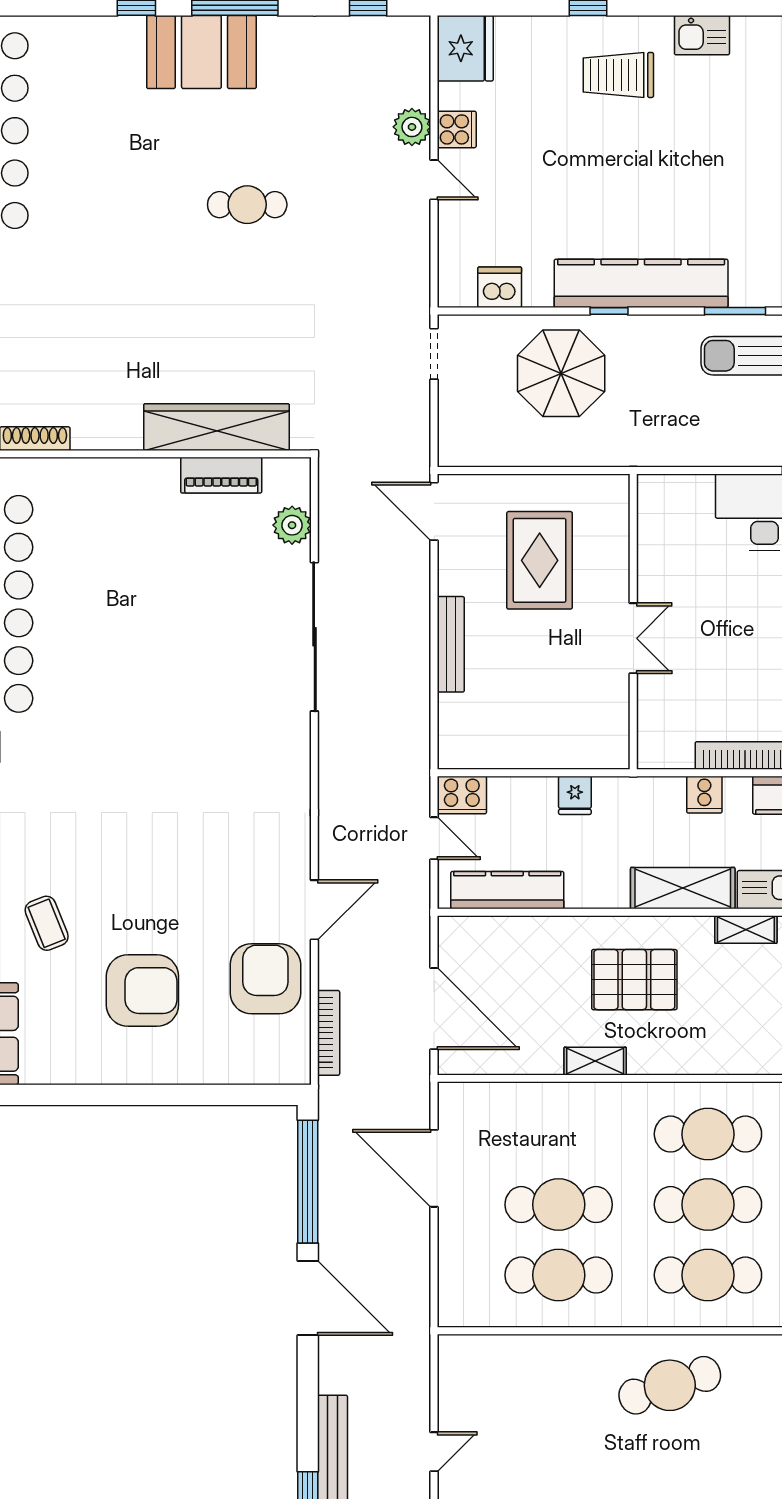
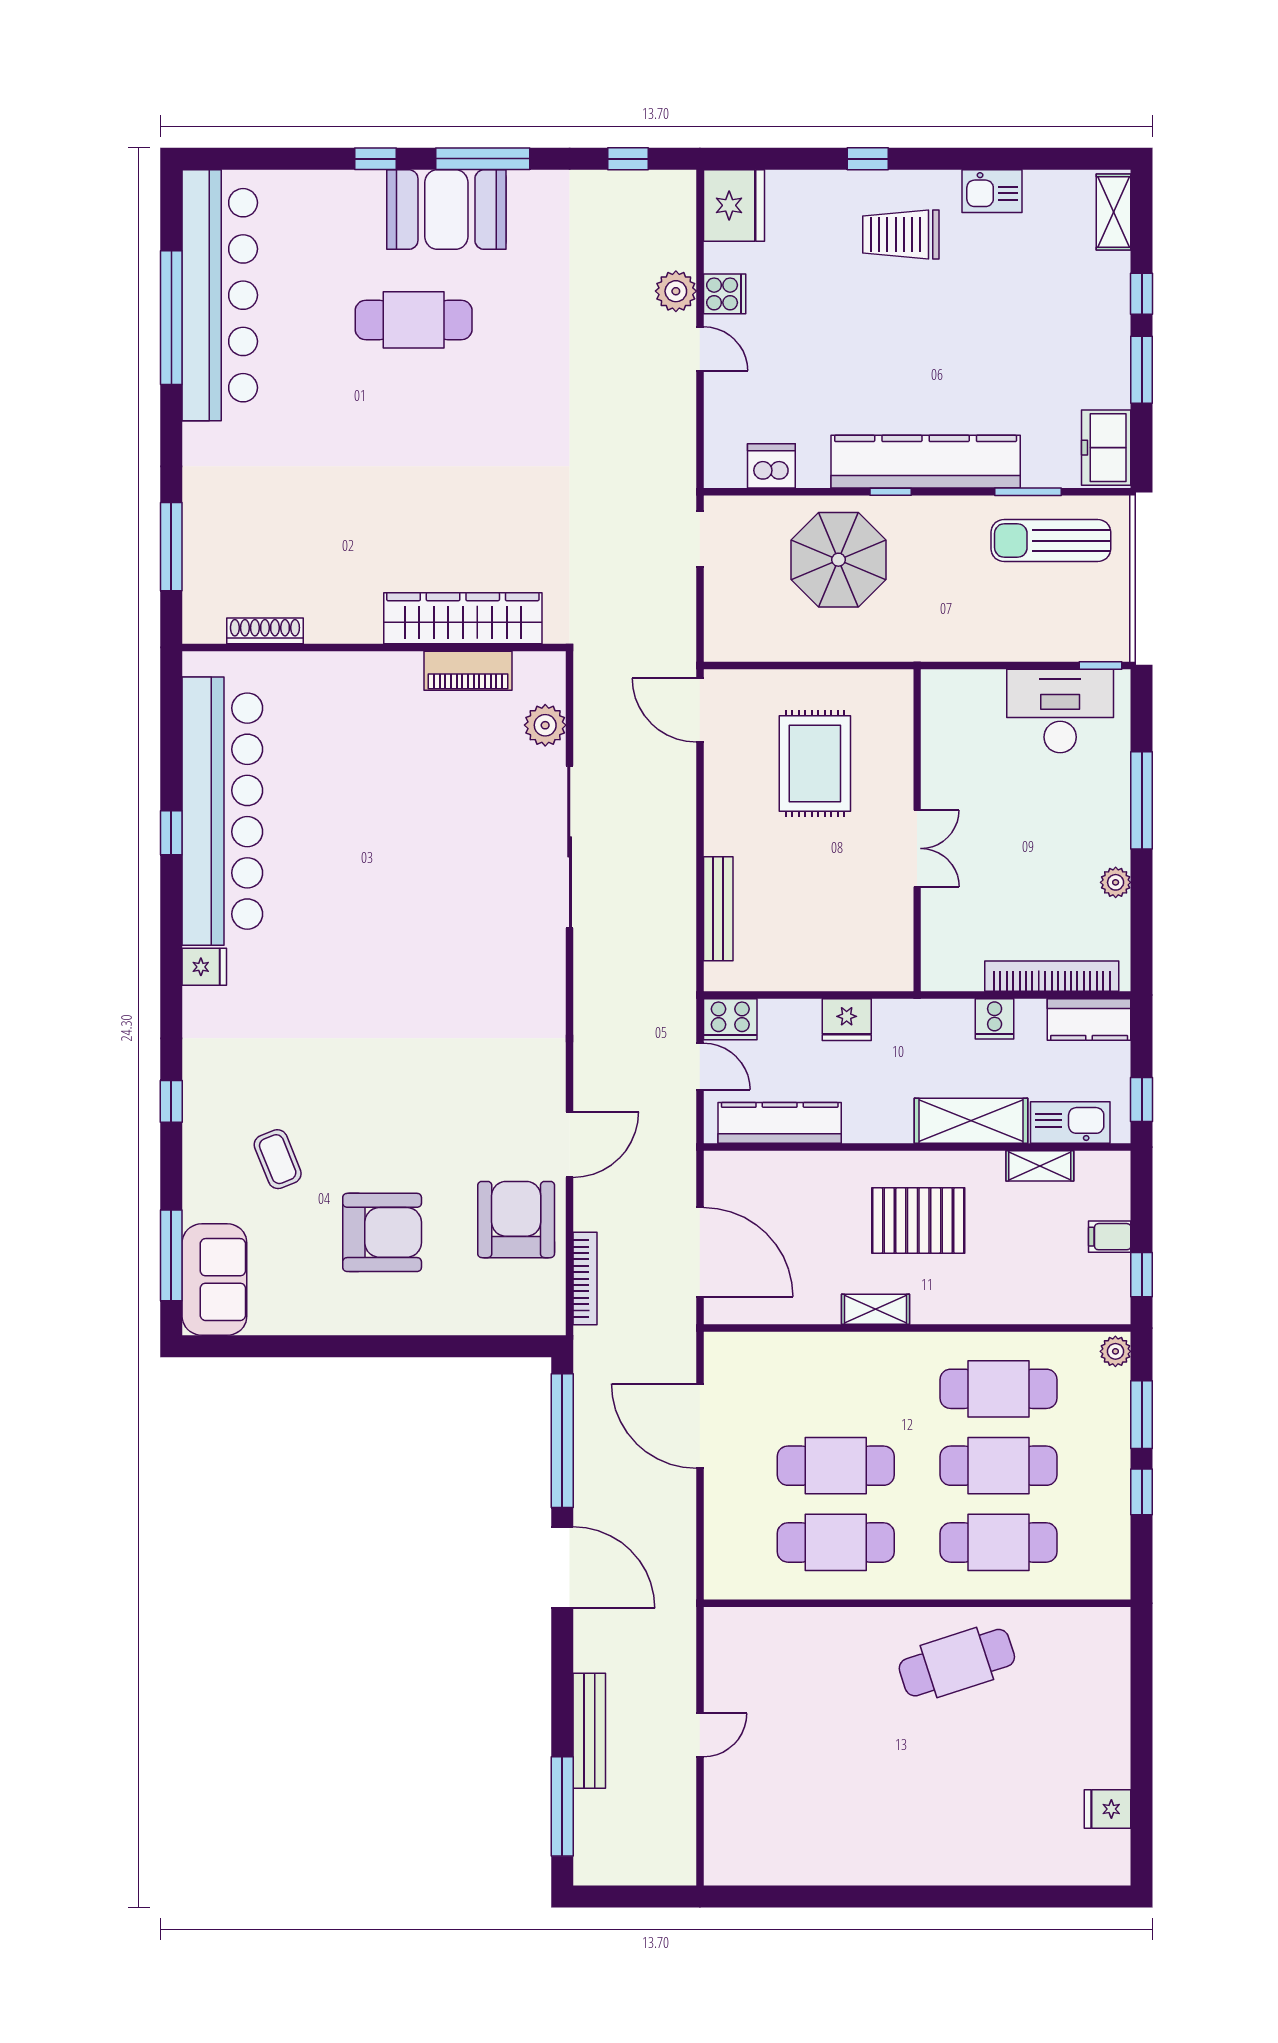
cafe table: (247, 205) -> (414, 320), moved, width x1.37, depth x1.35
bench: (451, 644) -> (718, 909), moved
fridge: (575, 795) -> (847, 1020), width x1.38

